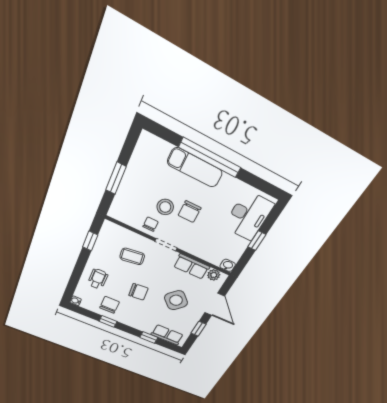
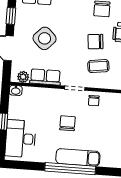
stool: (165, 207) -> (88, 119), removed
chair: (138, 292) -> (96, 42), moved

